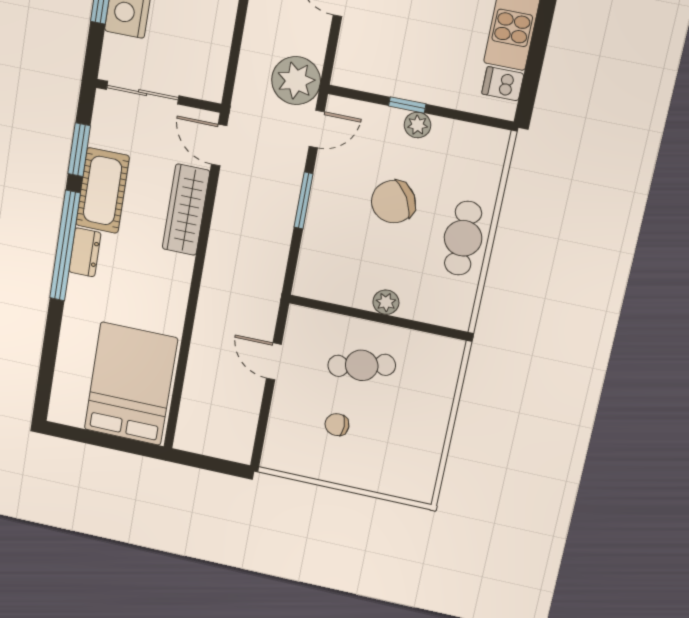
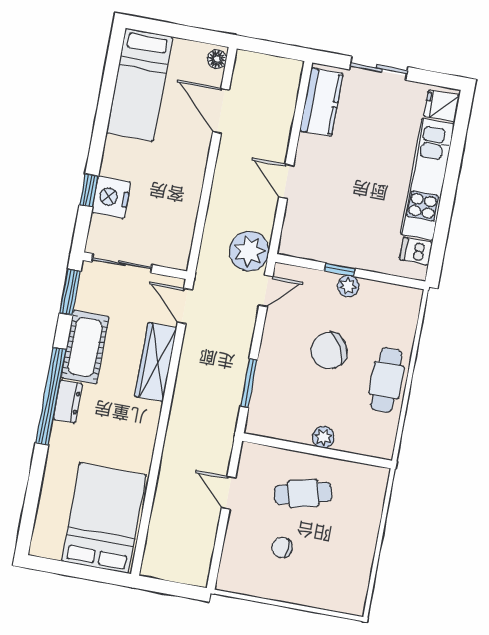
window: (79, 150) -> (70, 292), moved
window: (304, 200) -> (249, 383), moved

